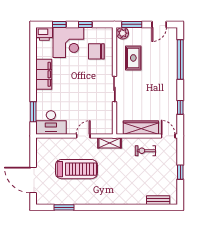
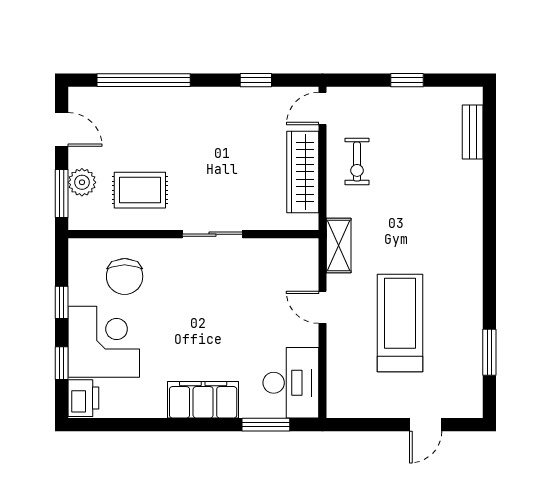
plant: (123, 33) -> (82, 182), moved
filing cabinet: (44, 74) -> (203, 400), moved
door: (33, 180) -> (426, 425), width x0.53

